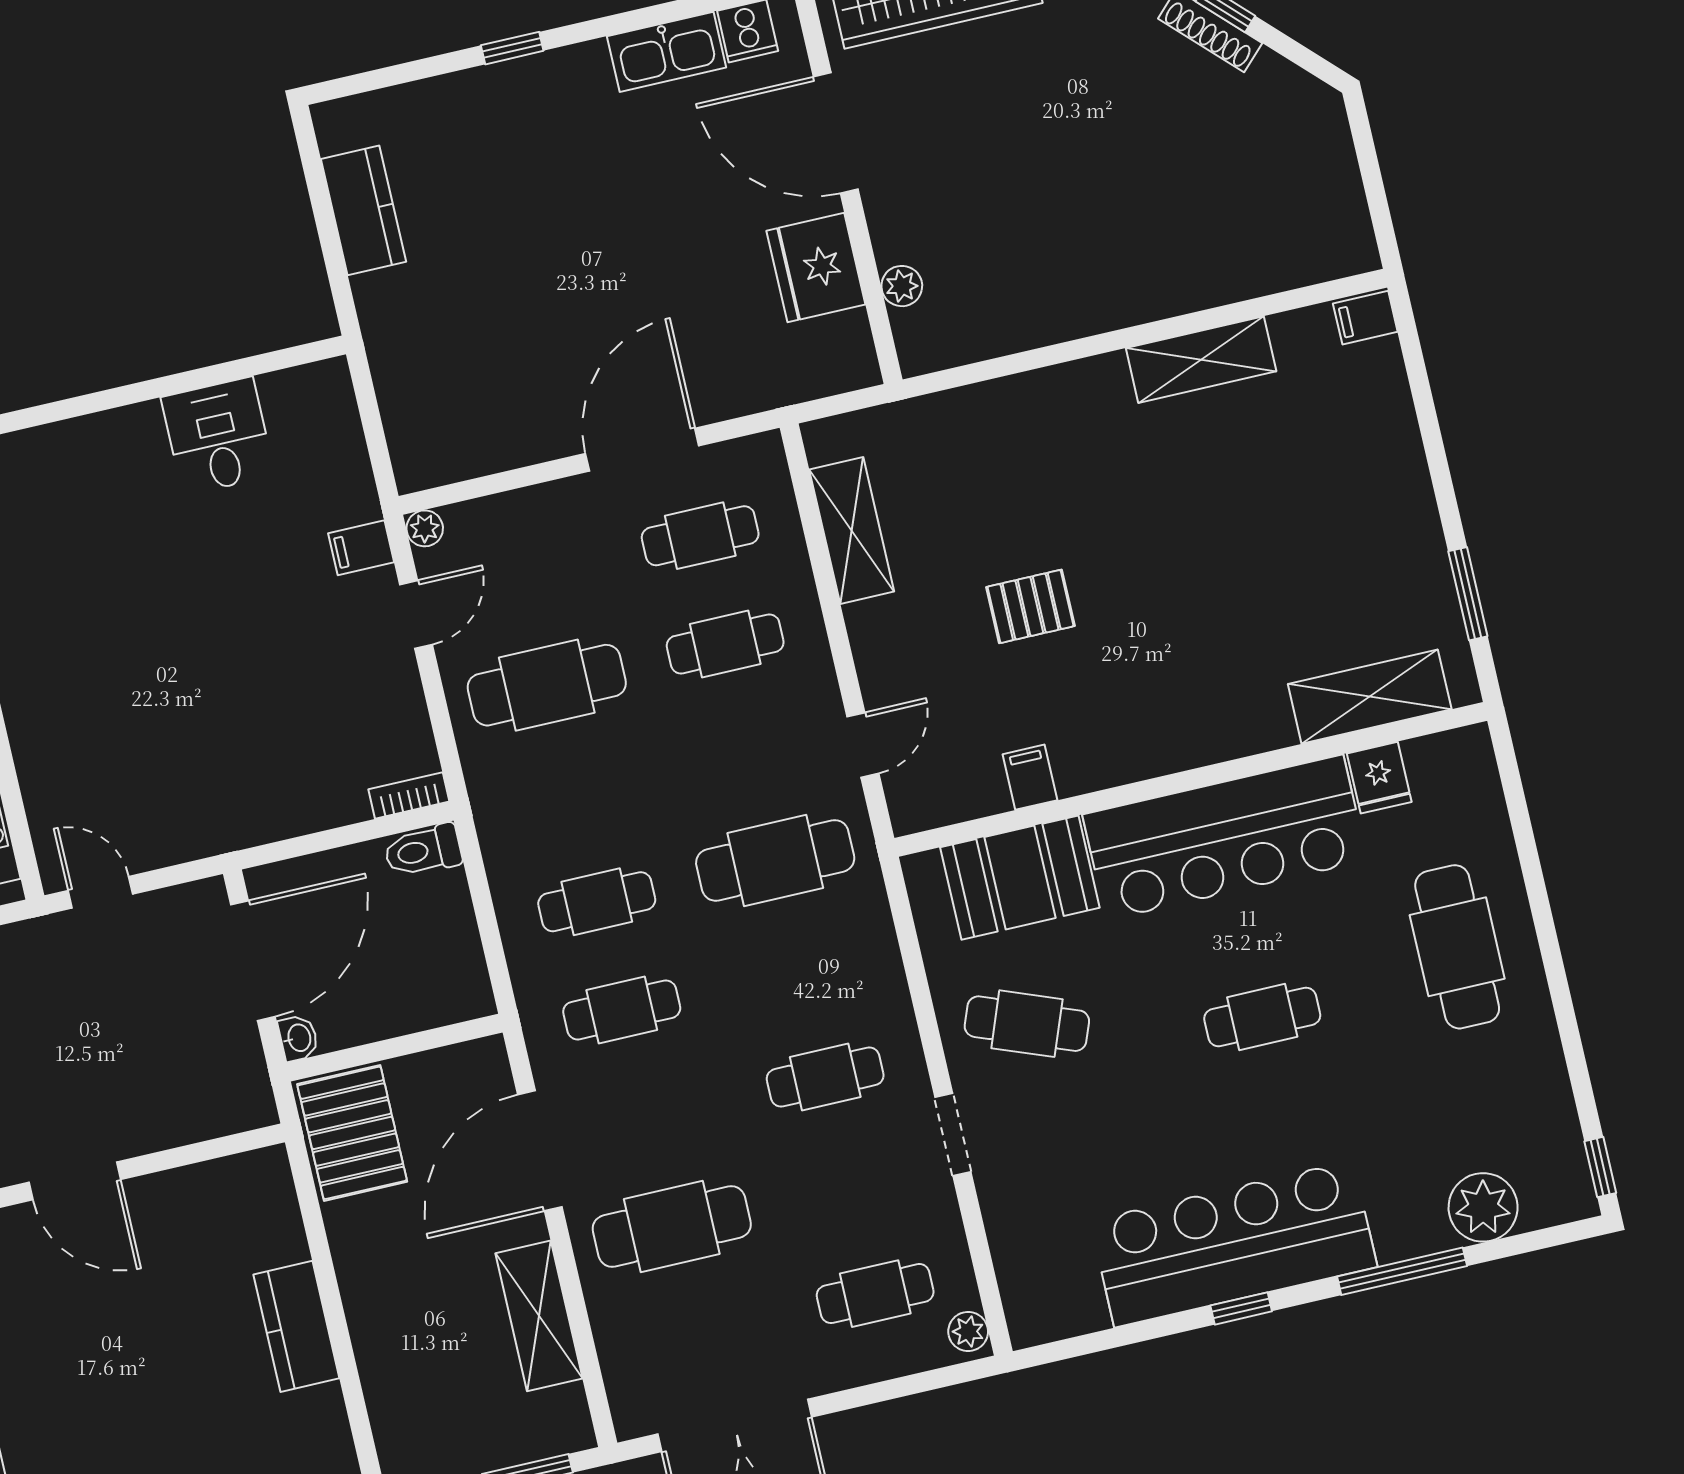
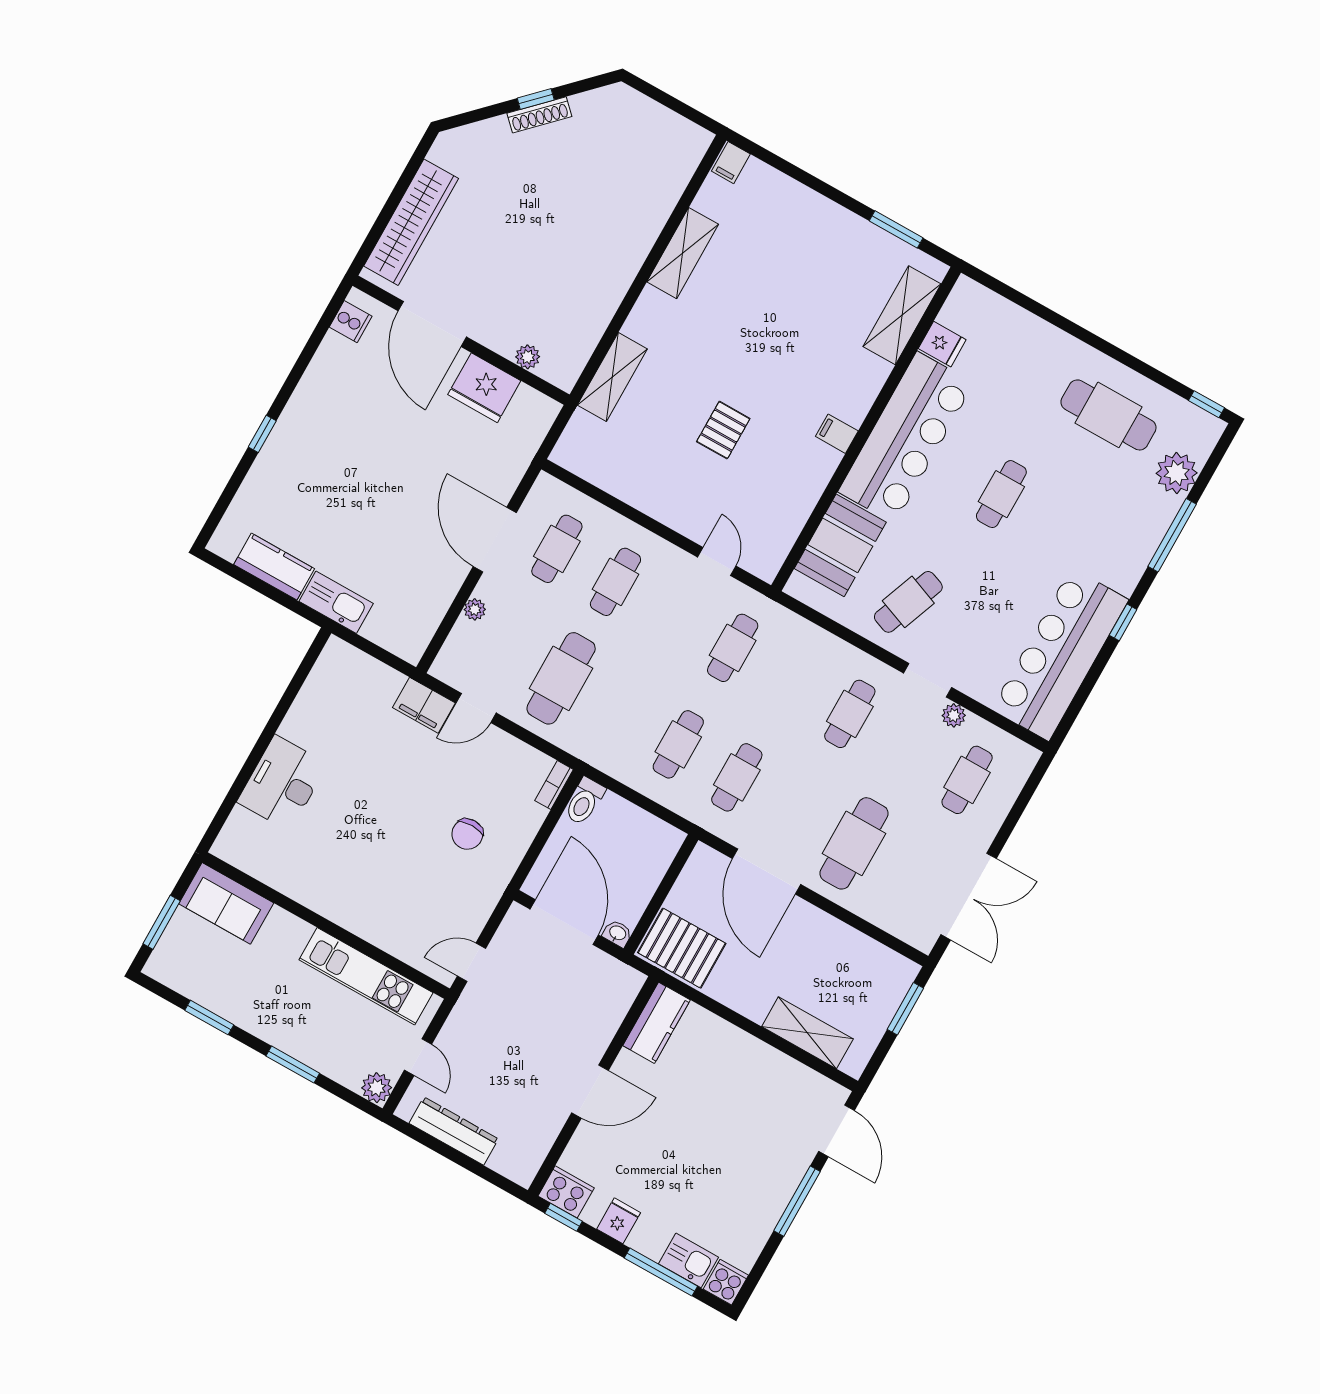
kitchen sink: (667, 52) -> (336, 602), moved, turned -90
door: (836, 133) -> (432, 324), hinge flipped
desk: (218, 436) -> (282, 783), moved, width x1.37
plant: (425, 528) -> (475, 609), moved
shelving: (852, 531) -> (612, 377), moved, turned 90
filing cabinet: (361, 548) -> (424, 705), width x2.00
door: (416, 614) -> (476, 708), swing flipped
chair: (252, 744) -> (467, 834), added
filing cabinet: (1030, 777) -> (837, 434), moved
cafe table: (775, 860) -> (733, 648), width x0.73, depth x0.74
cafe table: (1457, 947) -> (1108, 415), moved
bar counter: (1234, 1244) -> (1060, 654), moved
shelving: (539, 1316) -> (807, 1033), moved
kitchen counter: (296, 1326) -> (657, 1023), moved, turned -90
plant: (968, 1331) -> (954, 715), moved

